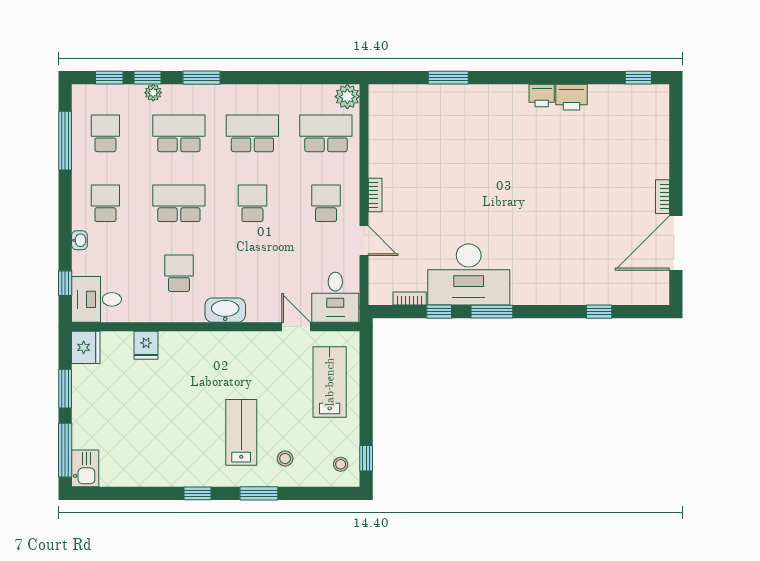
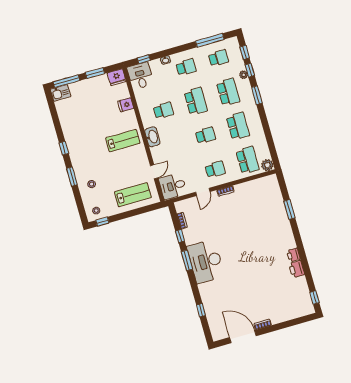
desk: (469, 274) -> (206, 261), moved
lab bench: (241, 432) -> (123, 141), moved

